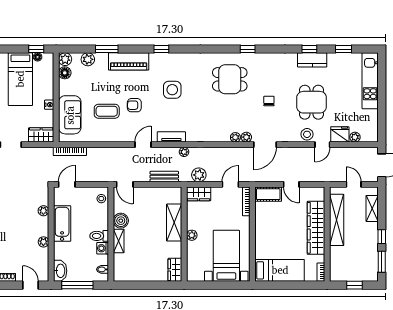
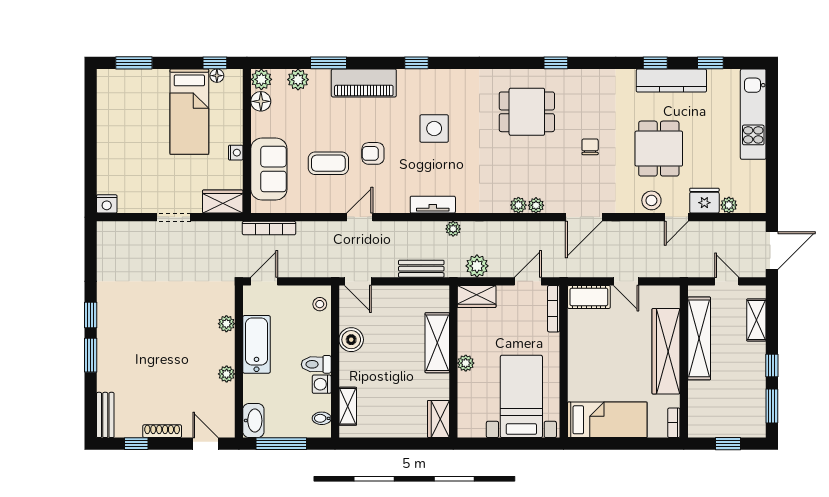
kitchen counter: (312, 60) -> (671, 81), width x1.50
plant: (246, 137) -> (518, 205), moved
door: (143, 145) -> (360, 217), moved
shelving: (119, 241) -> (348, 406), moved

